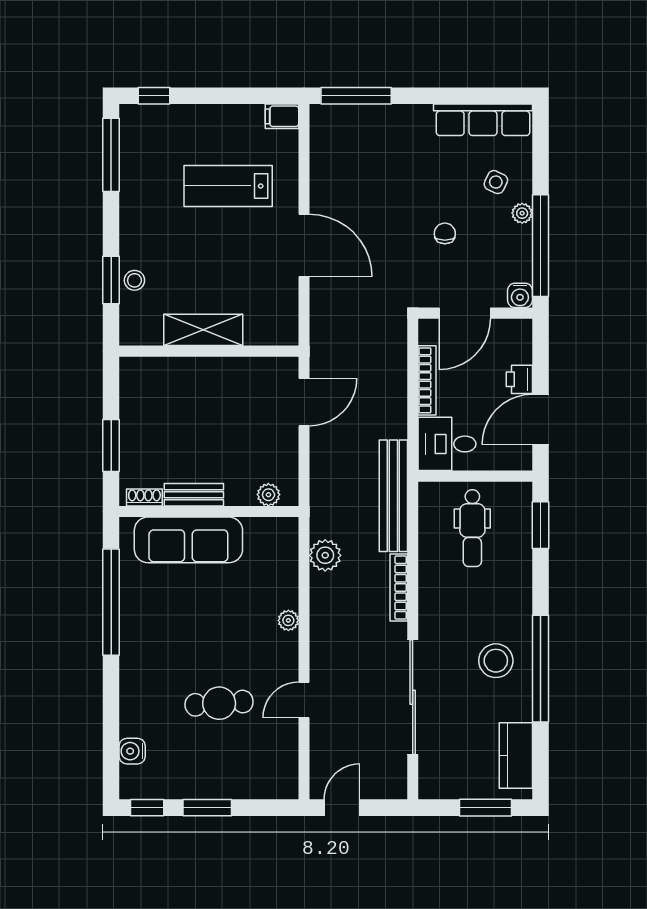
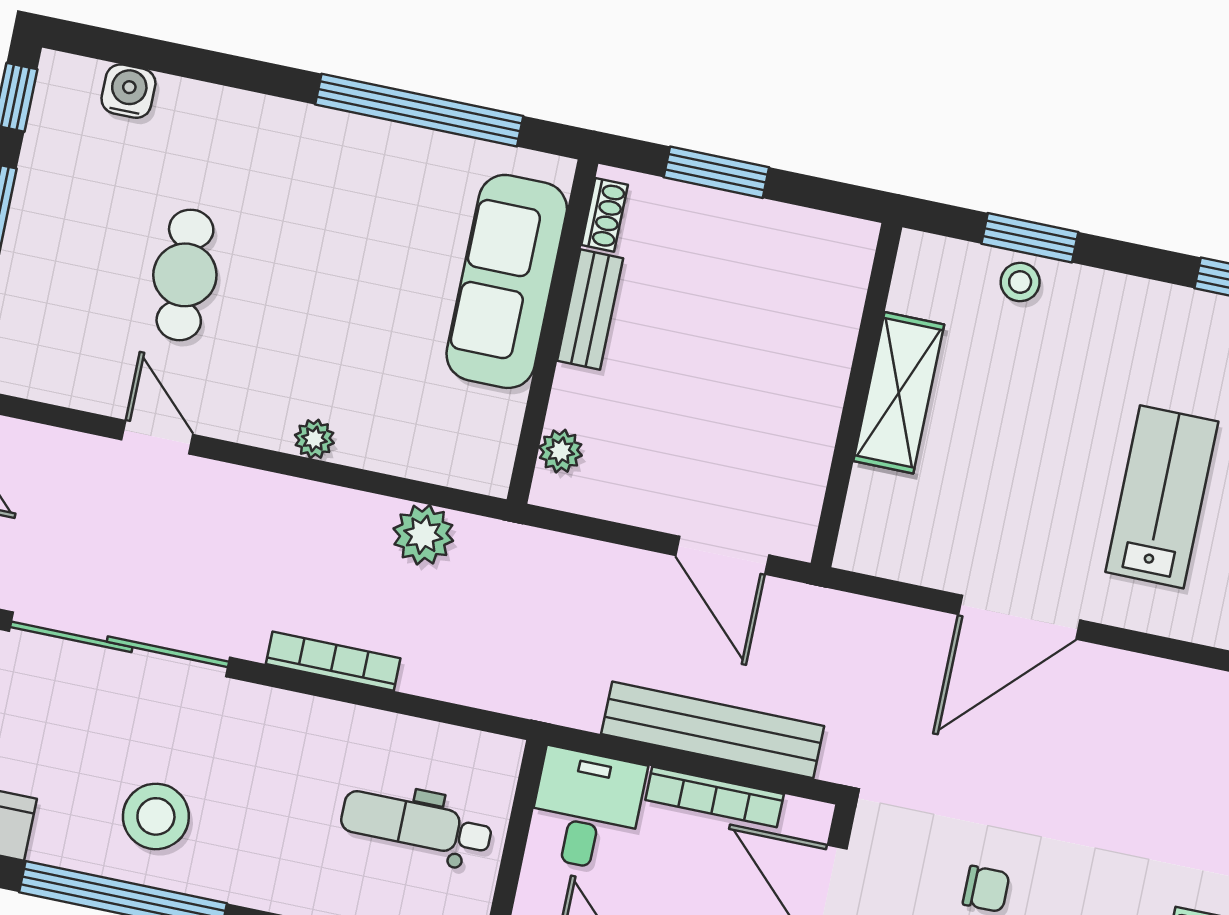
bench: (393, 496) -> (713, 730), moved

